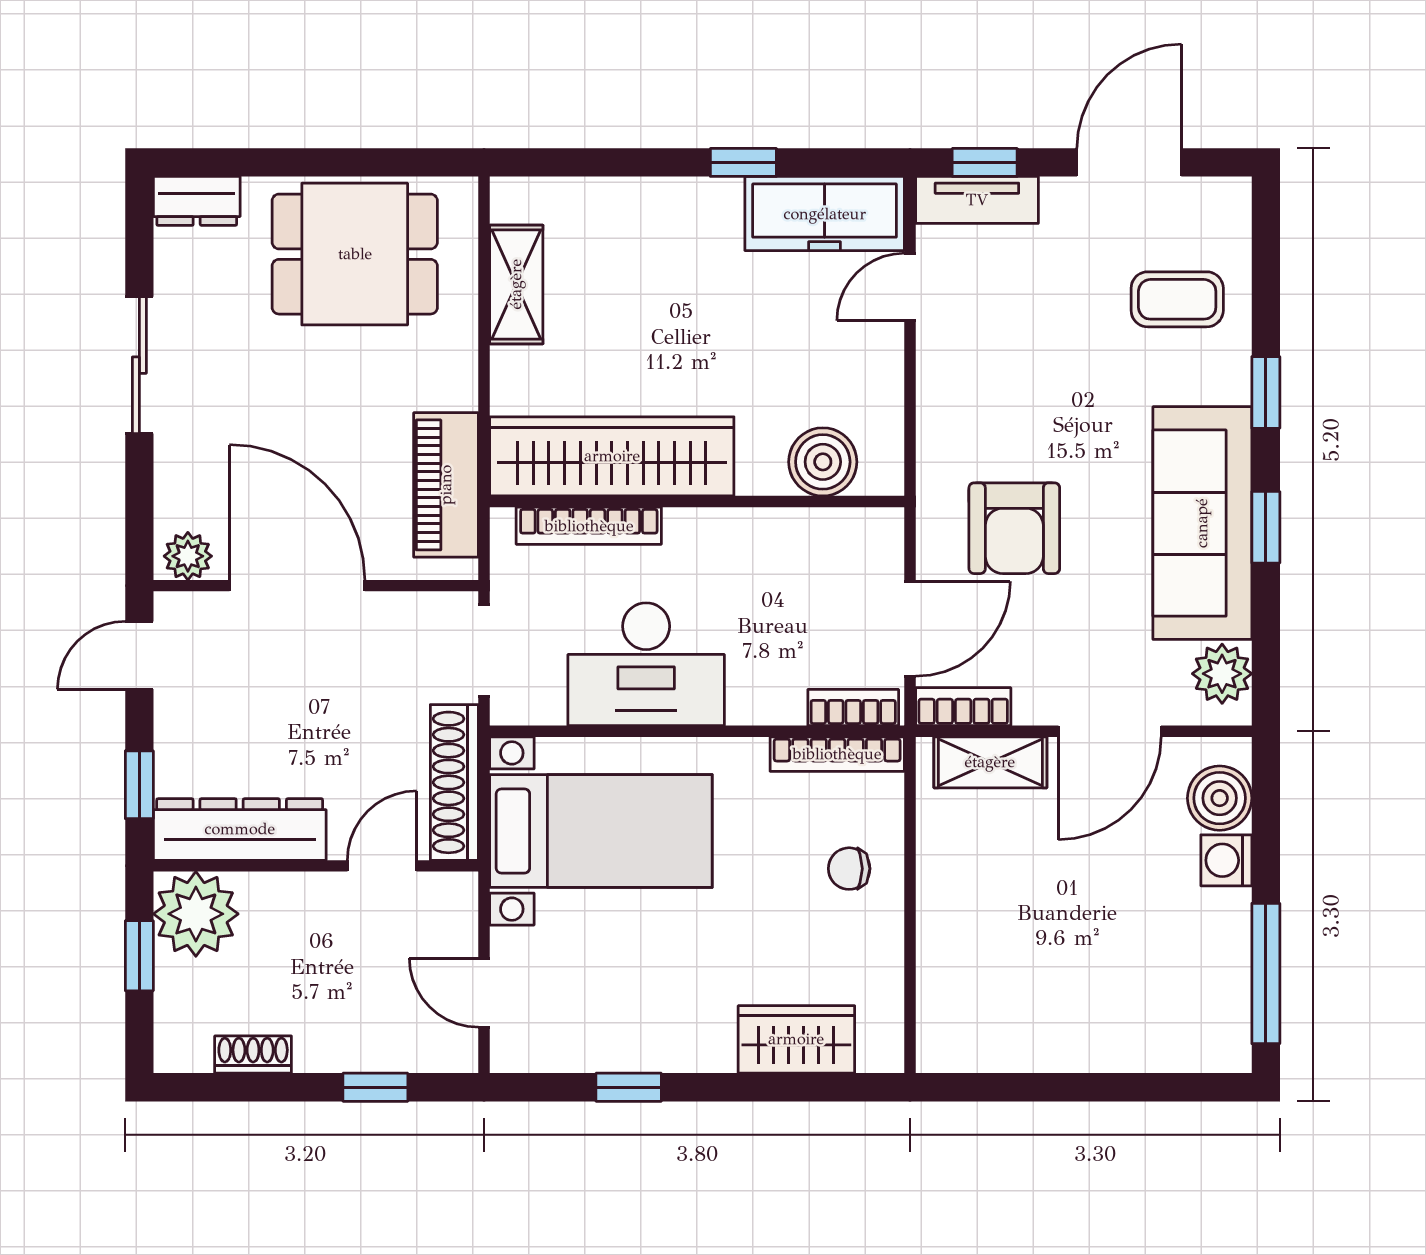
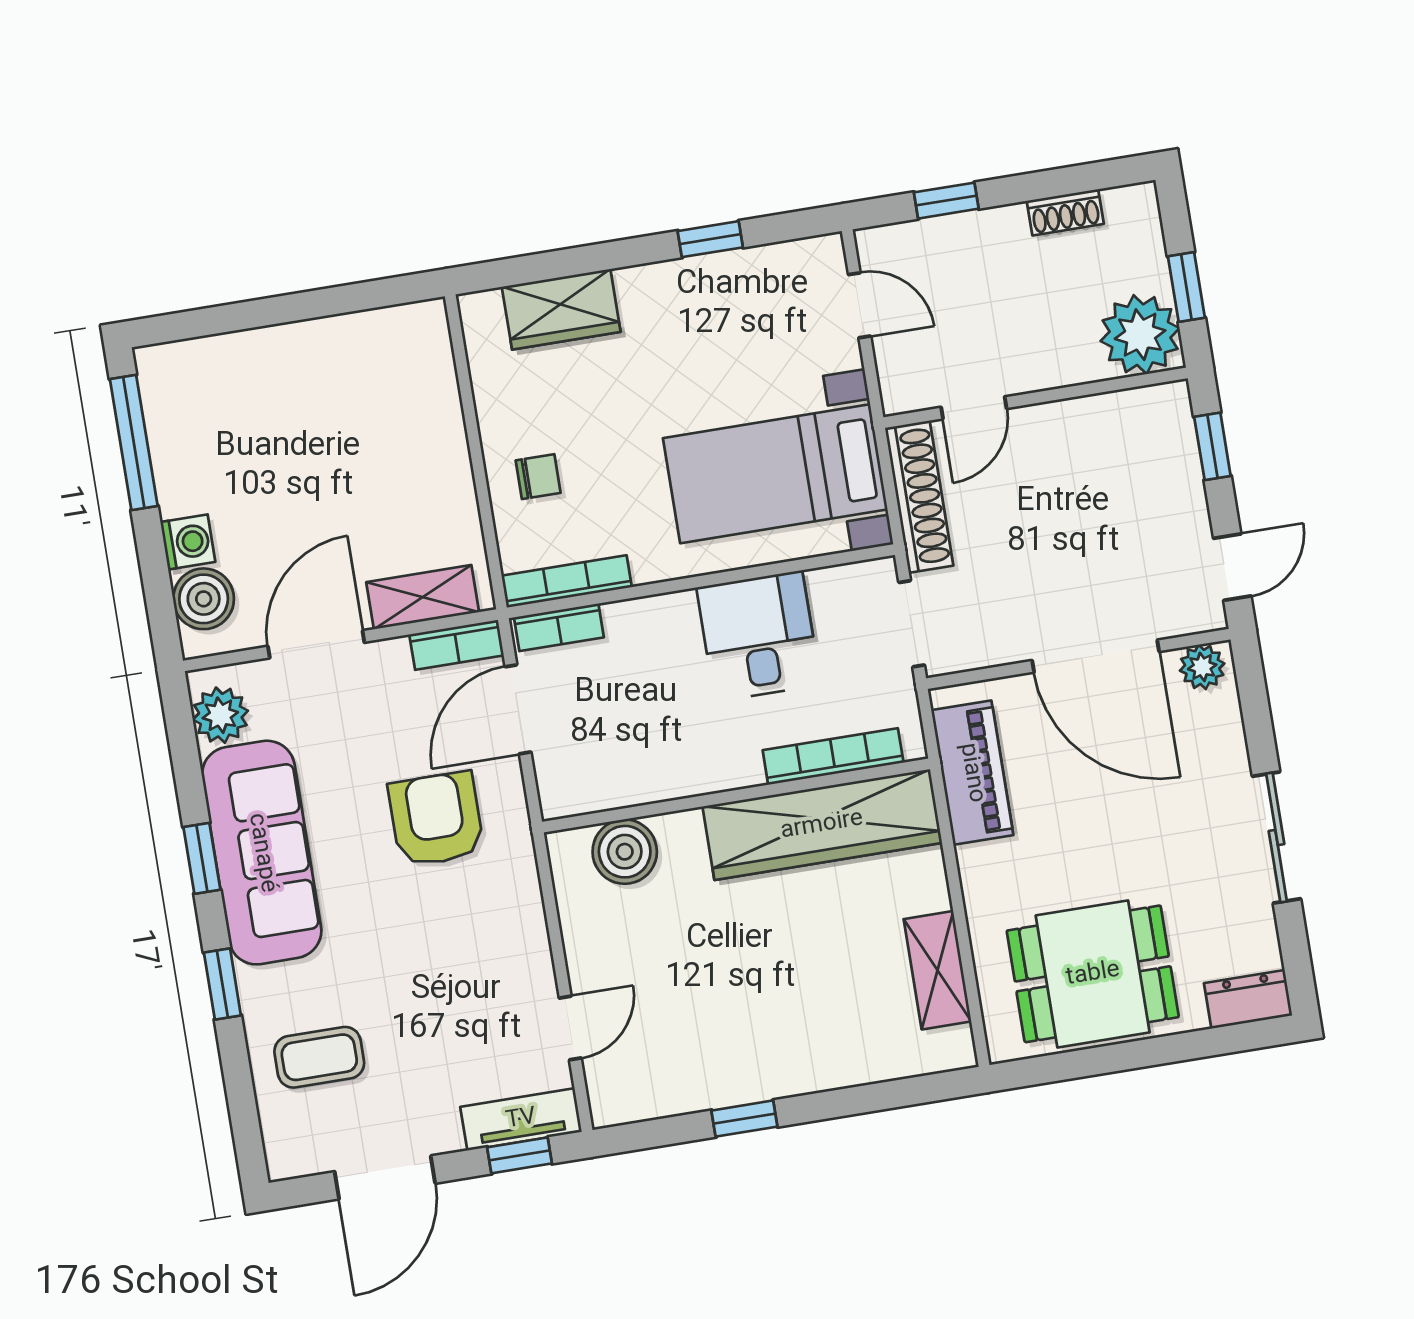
freezer: (825, 214) -> (661, 1083), removed
desk: (646, 664) -> (759, 636), width x0.73
dresser: (240, 829) -> (1112, 420), removed

